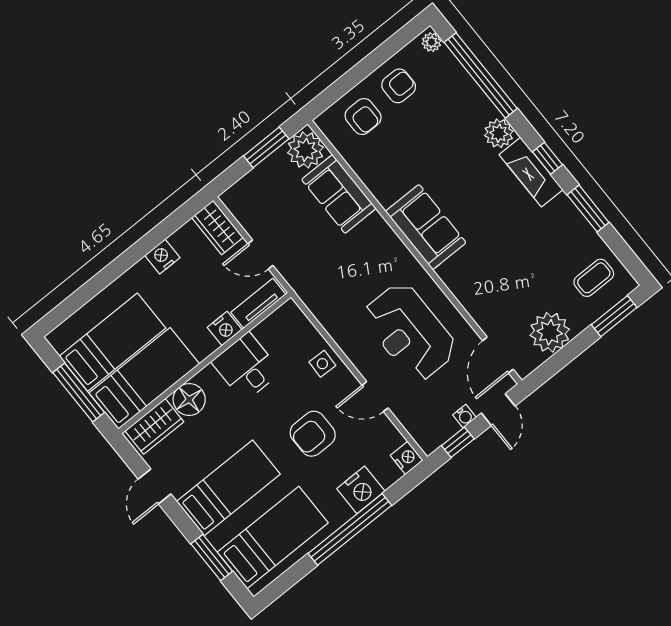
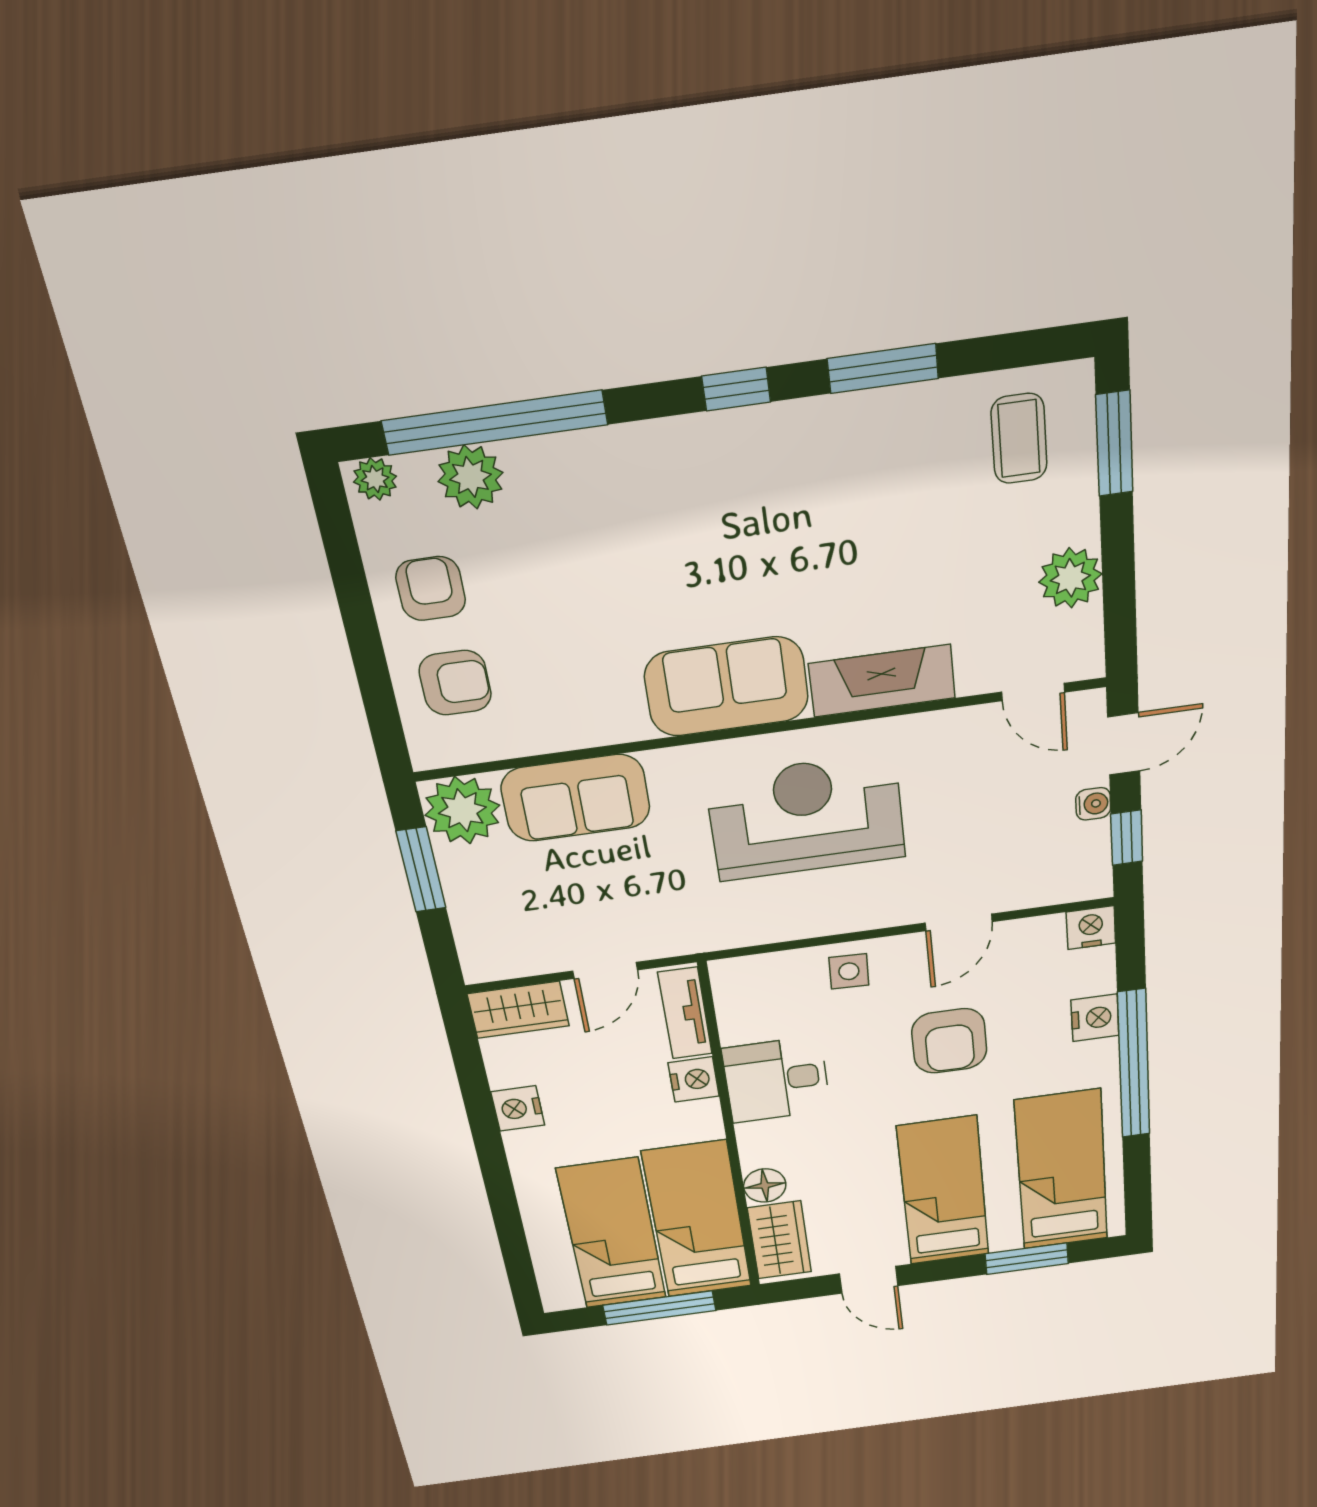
plant: (499, 133) -> (471, 477), moved
fireplace: (531, 172) -> (882, 681), moved, turned 180
reception desk: (410, 332) -> (806, 817), moved, turned 180
plant: (550, 332) -> (1070, 578), width x0.73, depth x0.73
door: (498, 355) -> (1033, 692), width x0.73
floor lamp: (189, 399) -> (765, 1185), width x0.73, depth x0.73
door: (498, 410) -> (1124, 744), hinge flipped
nightstand: (361, 490) -> (1095, 1018), width x0.74, depth x0.75

